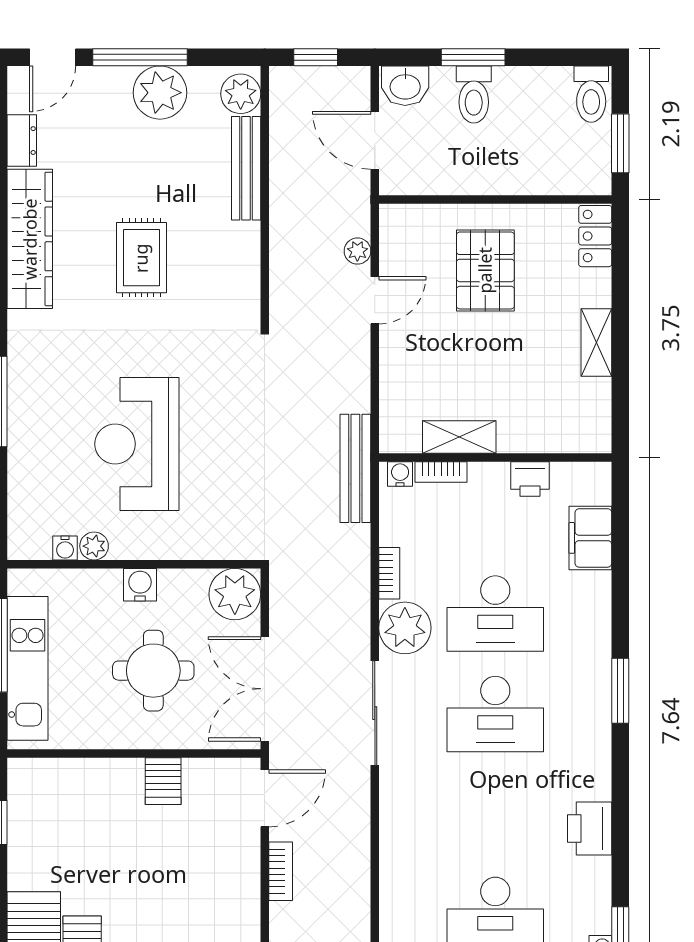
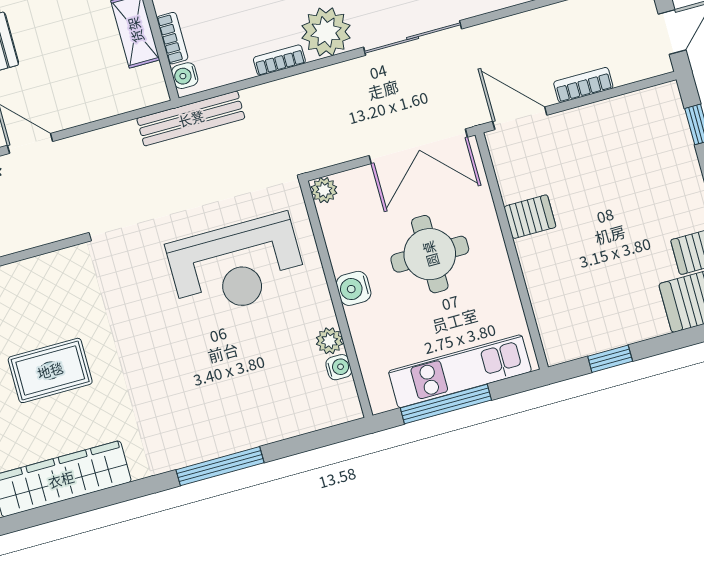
reception desk: (137, 444) -> (237, 266), moved
plant: (235, 594) -> (324, 190), width x0.53, depth x0.53

